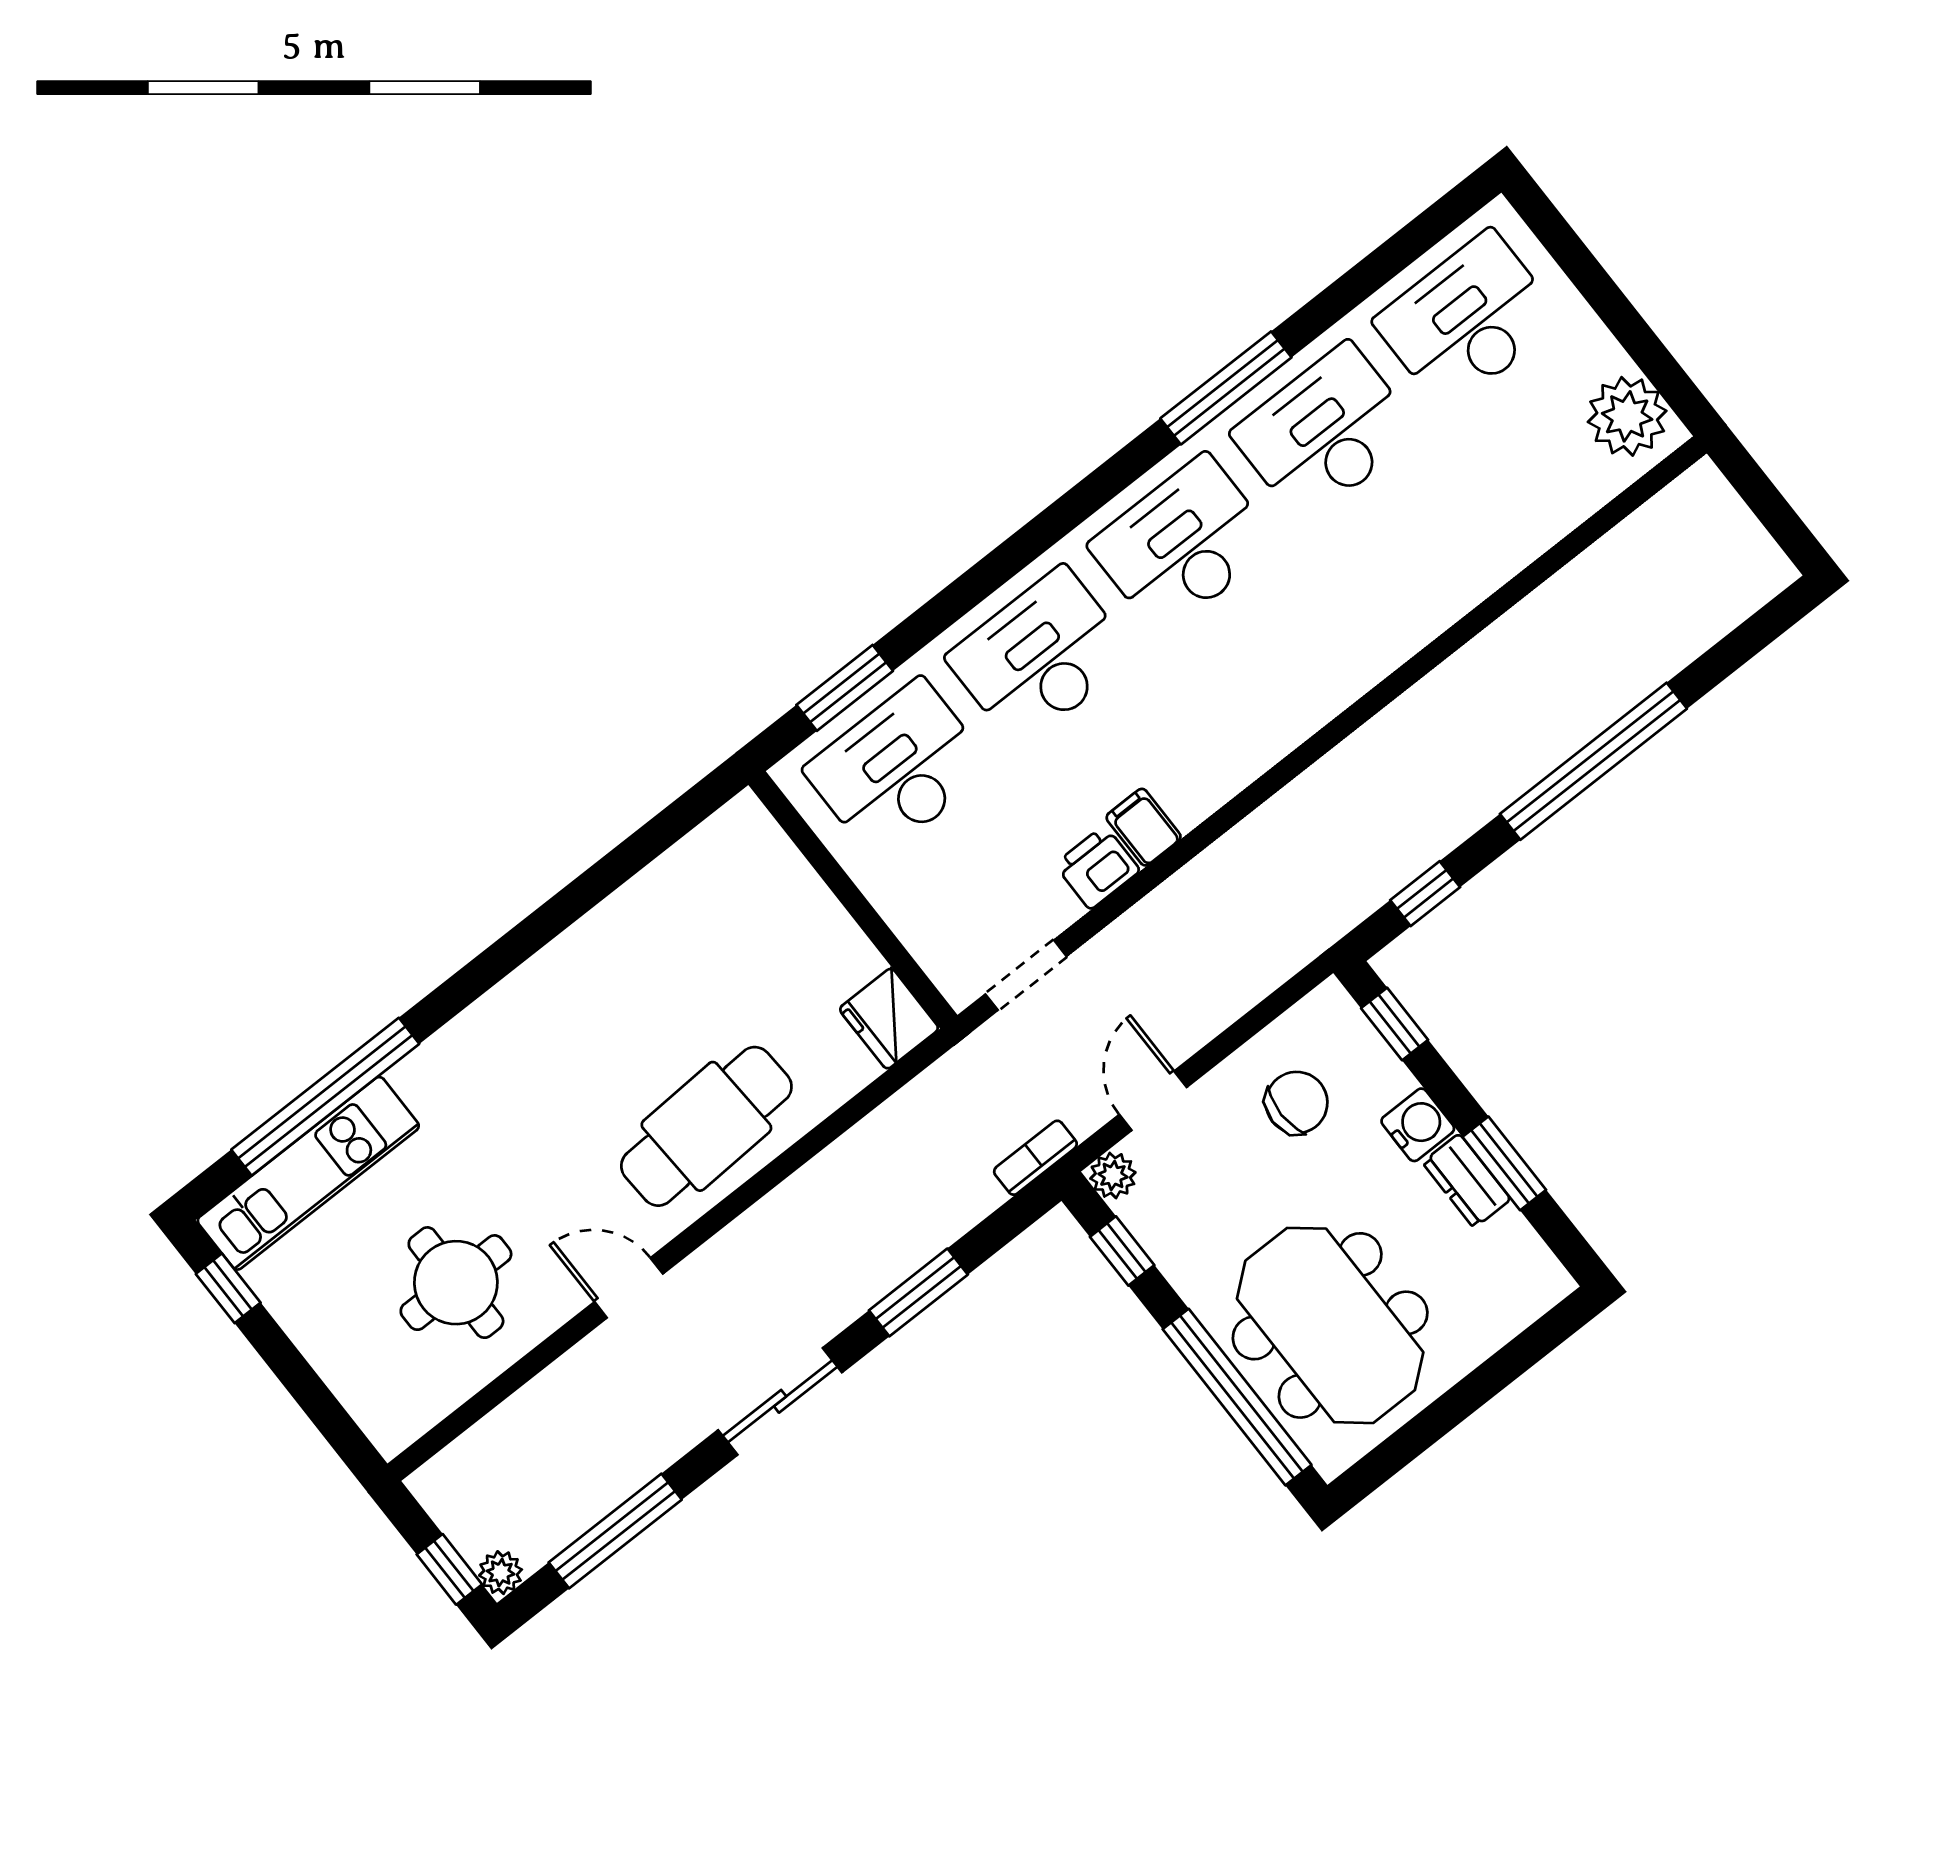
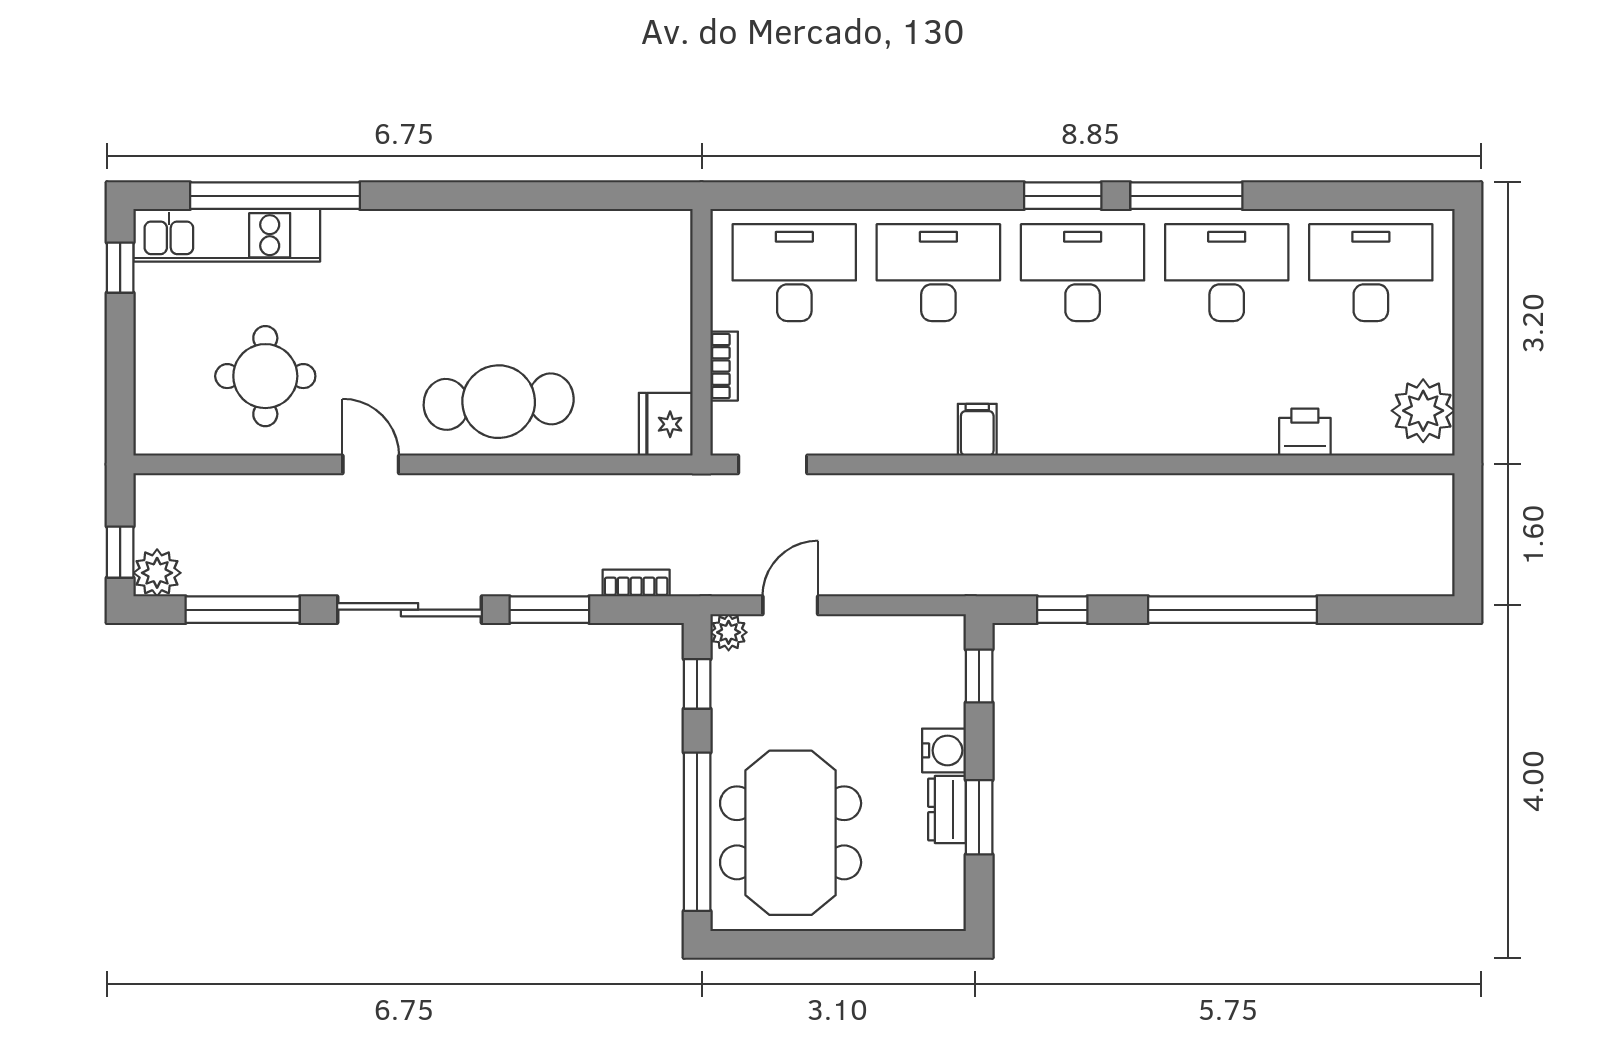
window: (845, 688) -> (1063, 196), moved
filing cabinet: (1144, 827) -> (977, 430), moved
printer: (1097, 867) -> (1305, 432), moved
bookcase: (902, 916) -> (724, 366), added
chair: (1297, 1103) -> (879, 677), removed
bookcase: (1035, 1158) -> (636, 583), moved
sliding door: (780, 1401) -> (409, 610), width x1.37
plant: (501, 1573) -> (157, 573), width x1.38, depth x1.38

